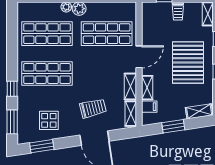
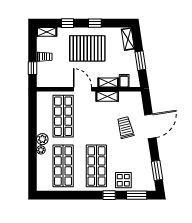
shelving: (131, 114) -> (130, 96), removed
display table: (49, 120) -> (123, 180), moved

